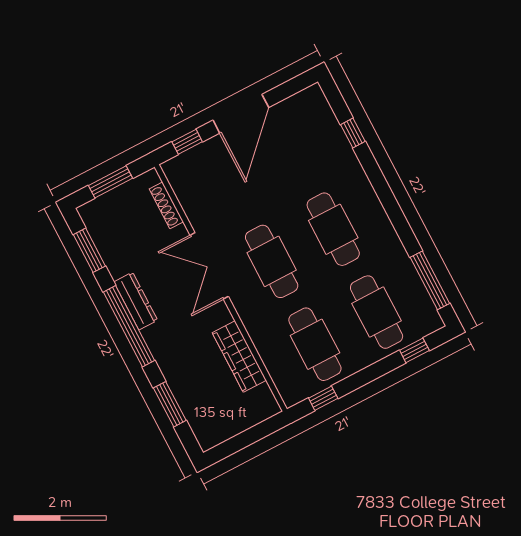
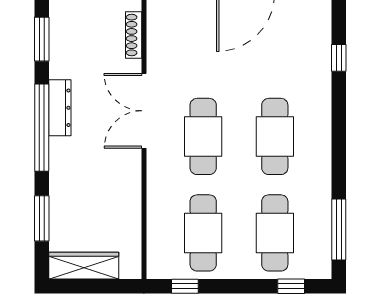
wardrobe: (239, 356) -> (84, 266), moved, turned 90

